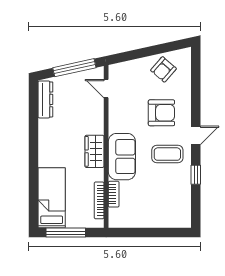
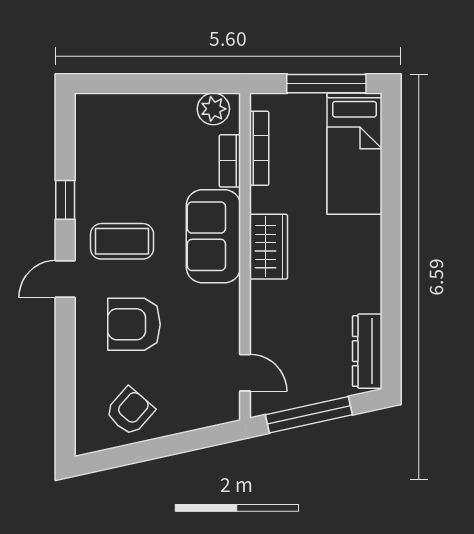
plant: (122, 220) -> (213, 109), added

